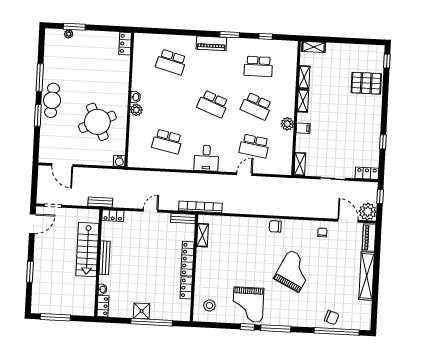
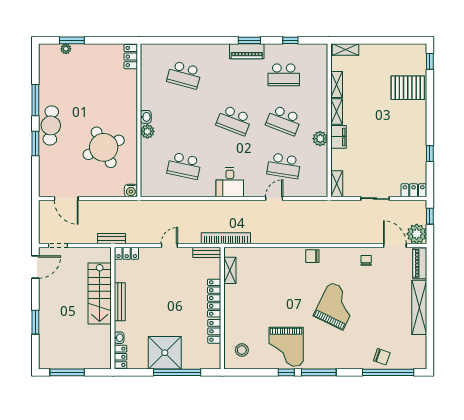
piano: (211, 43) -> (247, 51), moved
filing cabinet: (303, 128) -> (338, 137), width x2.00
shower: (142, 311) -> (165, 353), width x1.86, depth x1.86

